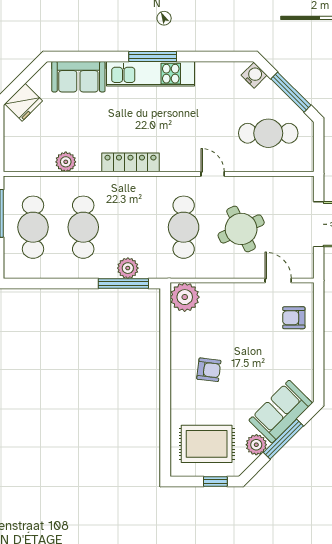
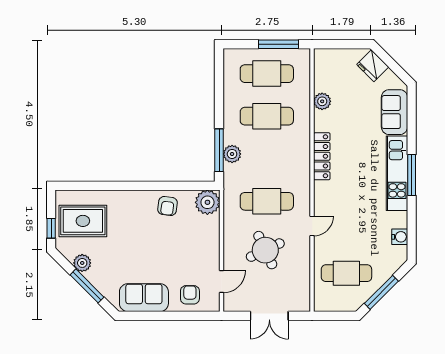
water cooler: (254, 75) -> (400, 237), moved, turned -45
cafe table: (268, 133) -> (346, 273), turned 90
armchair: (209, 370) -> (168, 206), moved
sofa: (281, 412) -> (144, 298), moved, turned -45
rug: (207, 444) -> (83, 221), turned 90

